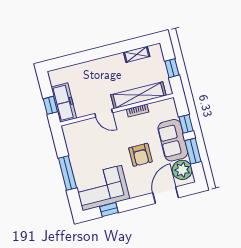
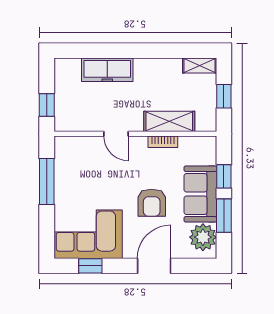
shelving: (137, 54) -> (200, 66), moved
shelving: (138, 95) -> (169, 121), width x0.68
freezer: (64, 103) -> (107, 70), moved, turned 90
window: (67, 173) -> (47, 181), moved
door: (166, 195) -> (154, 266), moved

